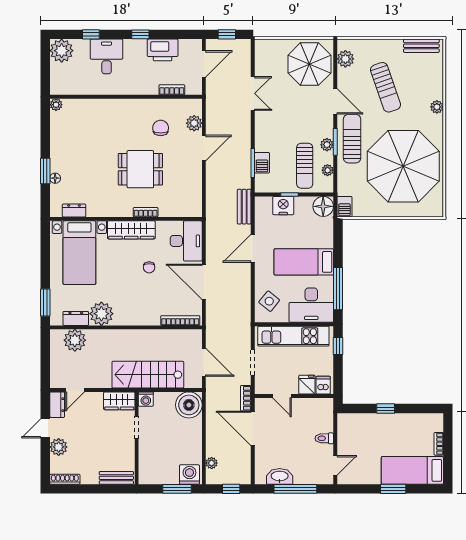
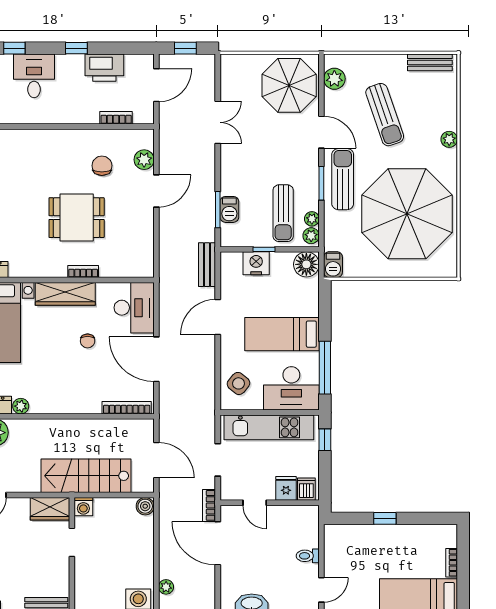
plant: (327, 145) -> (311, 236), moved
plant: (101, 314) -> (21, 406), width x0.53, depth x0.53
boiler: (189, 405) -> (145, 506), width x0.54, depth x0.54

